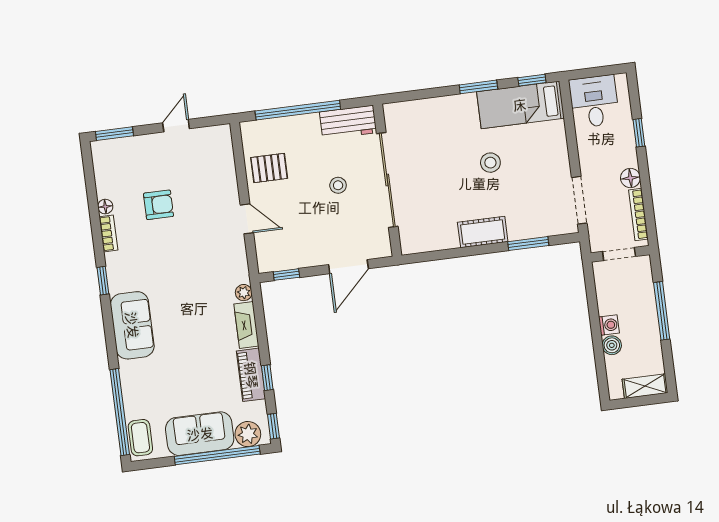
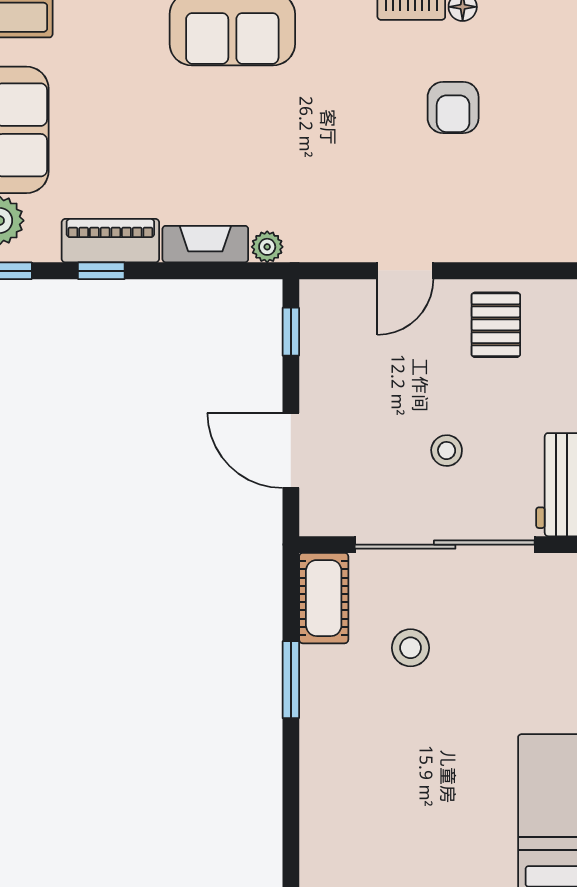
stool: (490, 163) -> (411, 648), moved
cot: (483, 232) -> (324, 598), moved
window: (528, 244) -> (291, 680), moved

